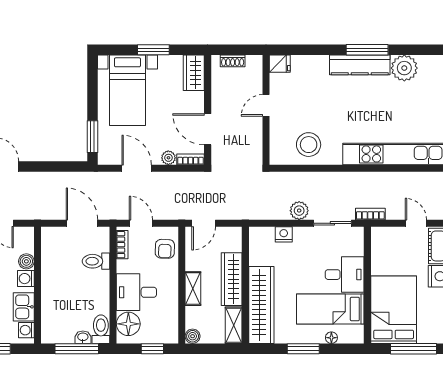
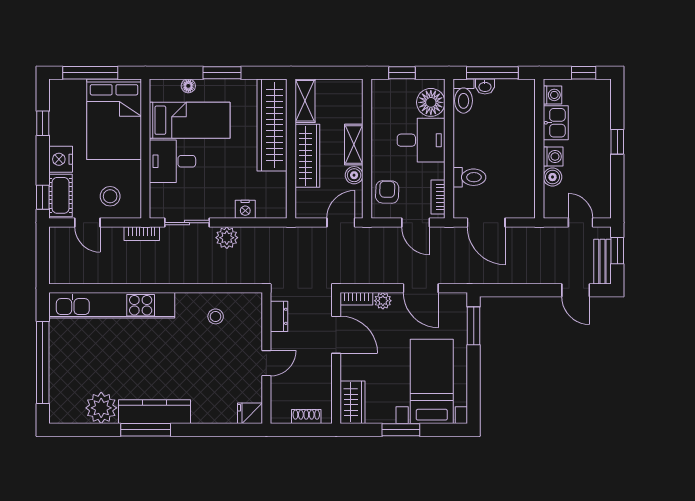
dresser: (255, 145) -> (279, 316), added
stool: (309, 145) -> (216, 316), width x0.53, depth x0.53
stool: (397, 245) -> (110, 196), added
boiler: (193, 336) -> (354, 175), moved

